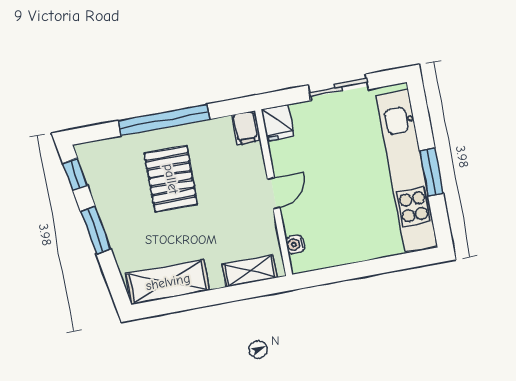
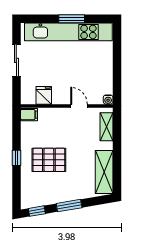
window: (164, 120) -> (16, 158), width x0.32
fridge: (278, 123) -> (44, 95), moved, turned -90
door: (274, 193) -> (79, 106), moved
water cooler: (295, 244) -> (108, 100), moved

